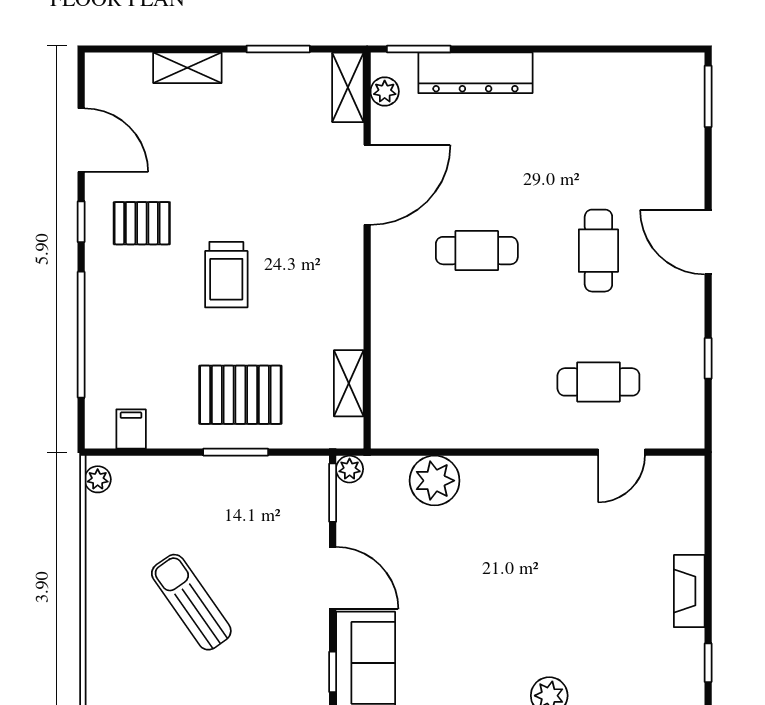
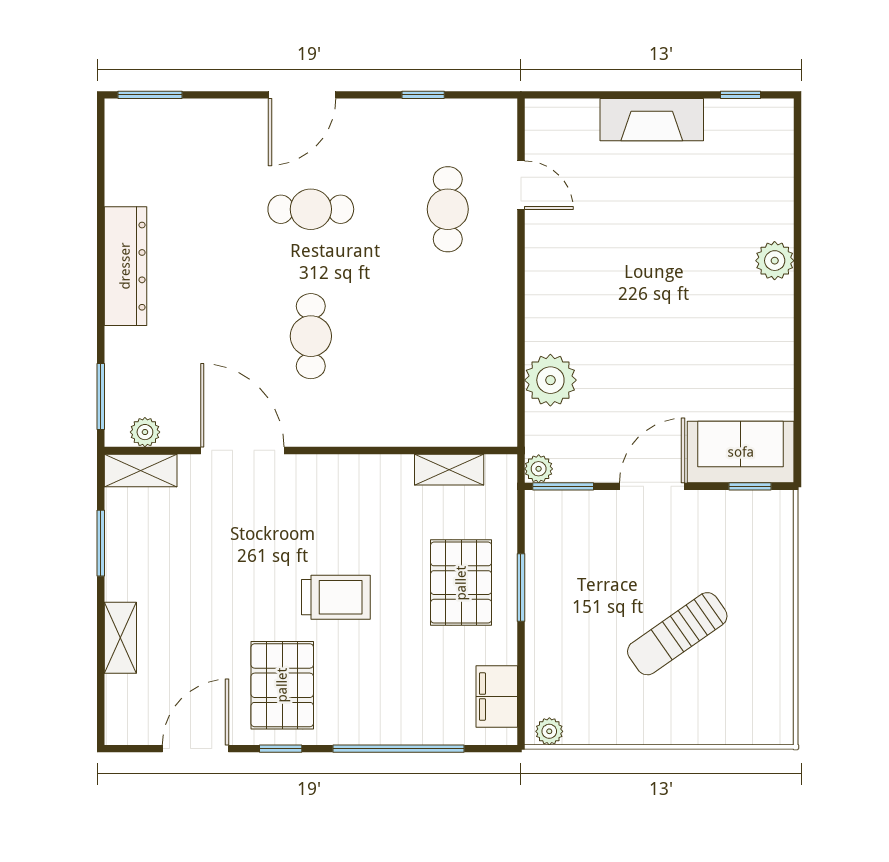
dresser: (475, 73) -> (125, 266), moved
pallet: (142, 223) -> (282, 685), width x1.50, depth x1.42
filing cabinet: (131, 429) -> (497, 697), width x2.00
fireplace: (689, 591) -> (652, 120), width x1.37, depth x1.32

